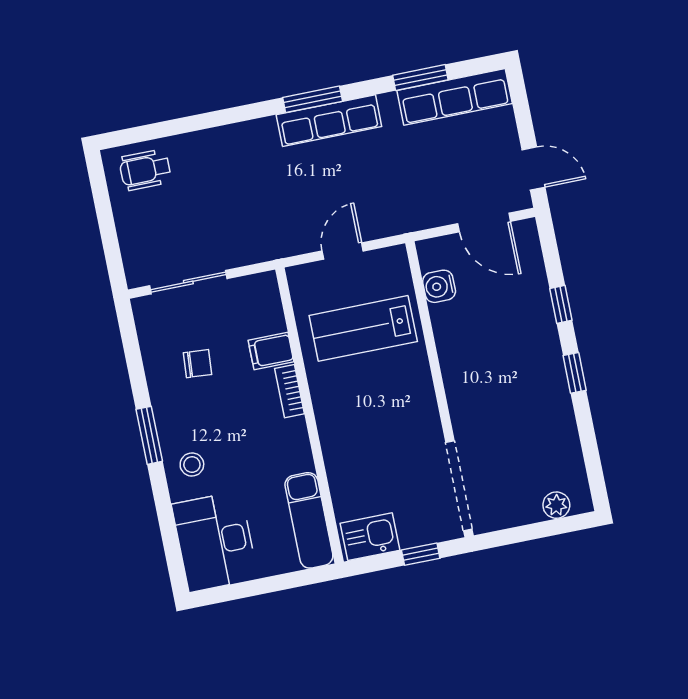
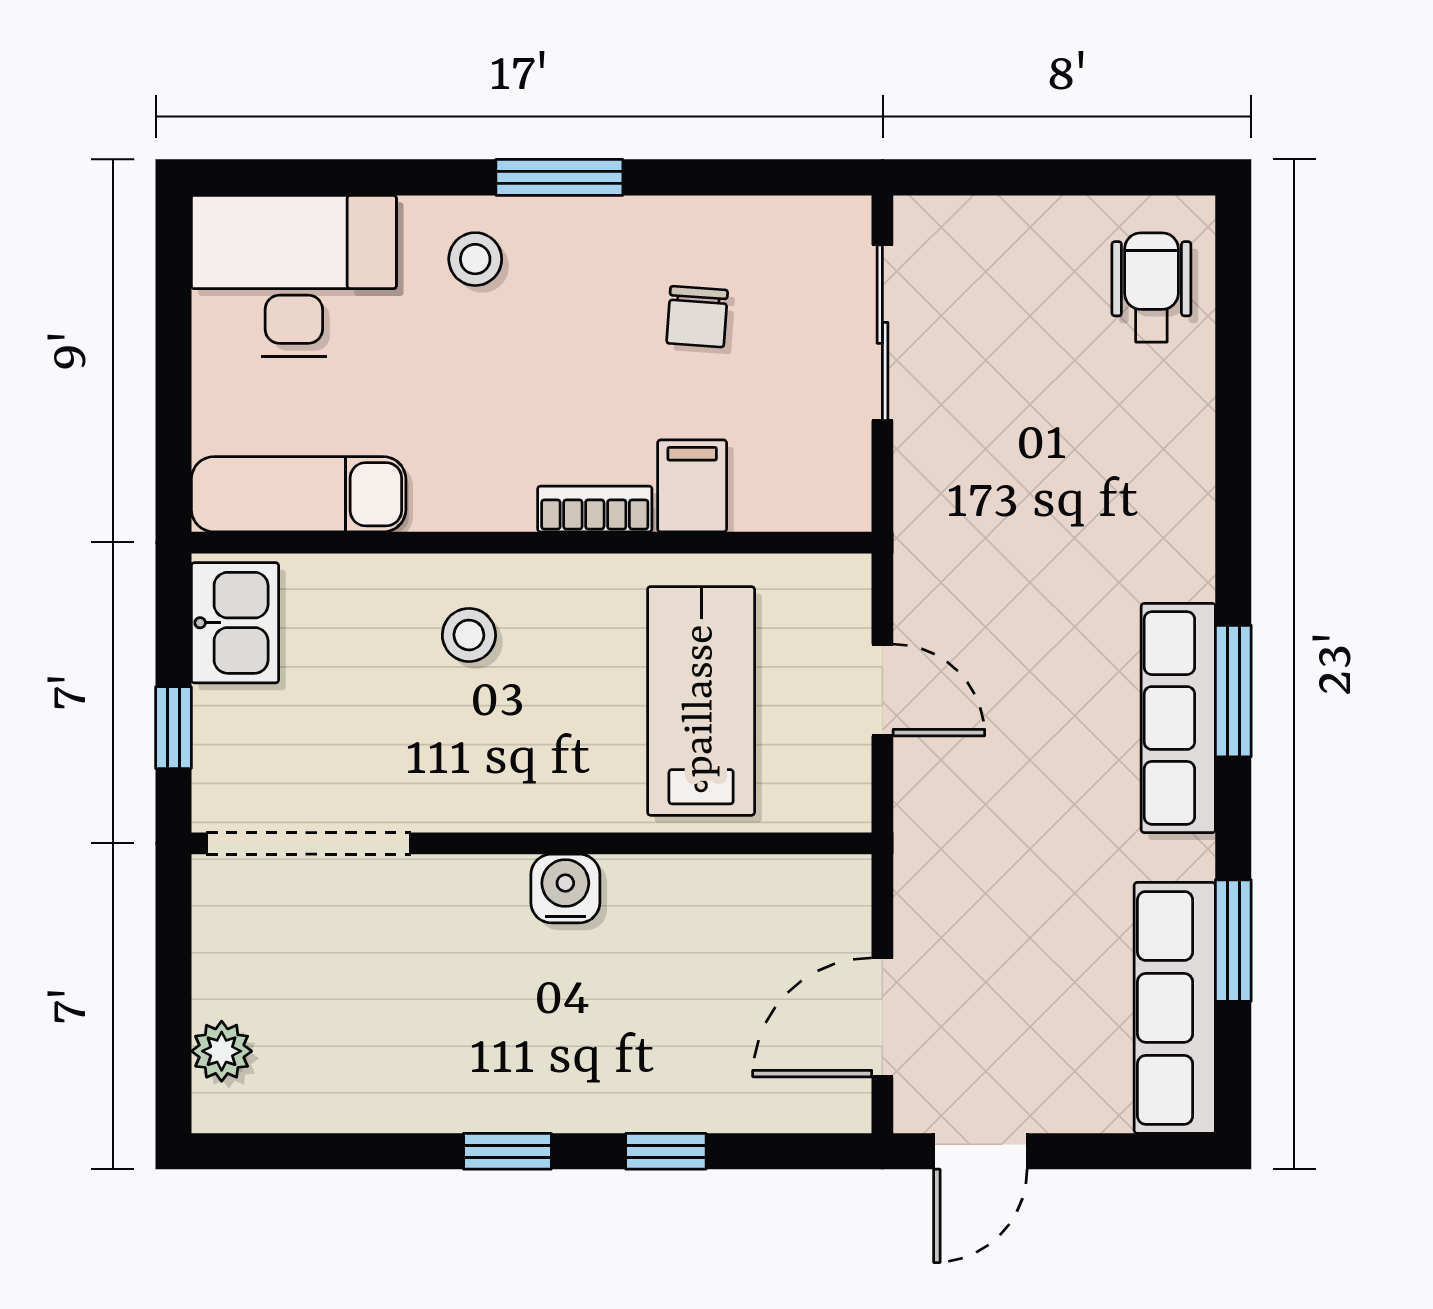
water cooler: (439, 286) -> (565, 889), moved
stool: (355, 434) -> (469, 635), added

